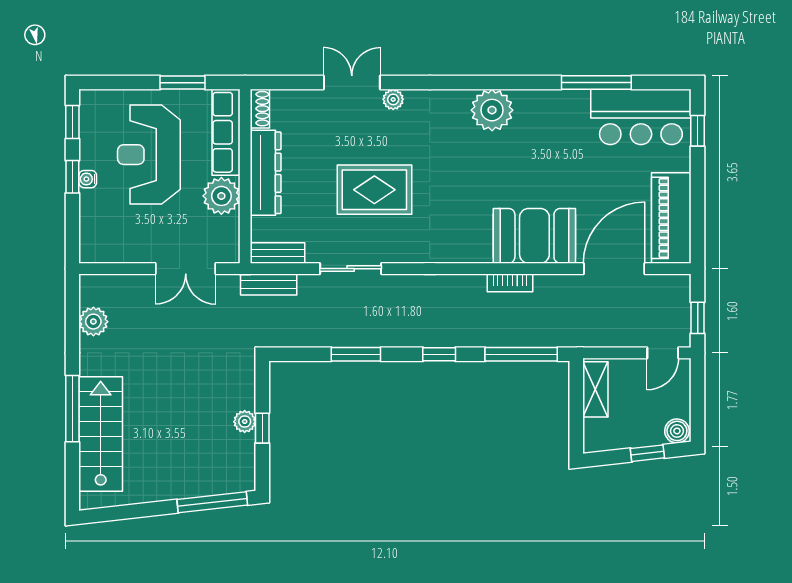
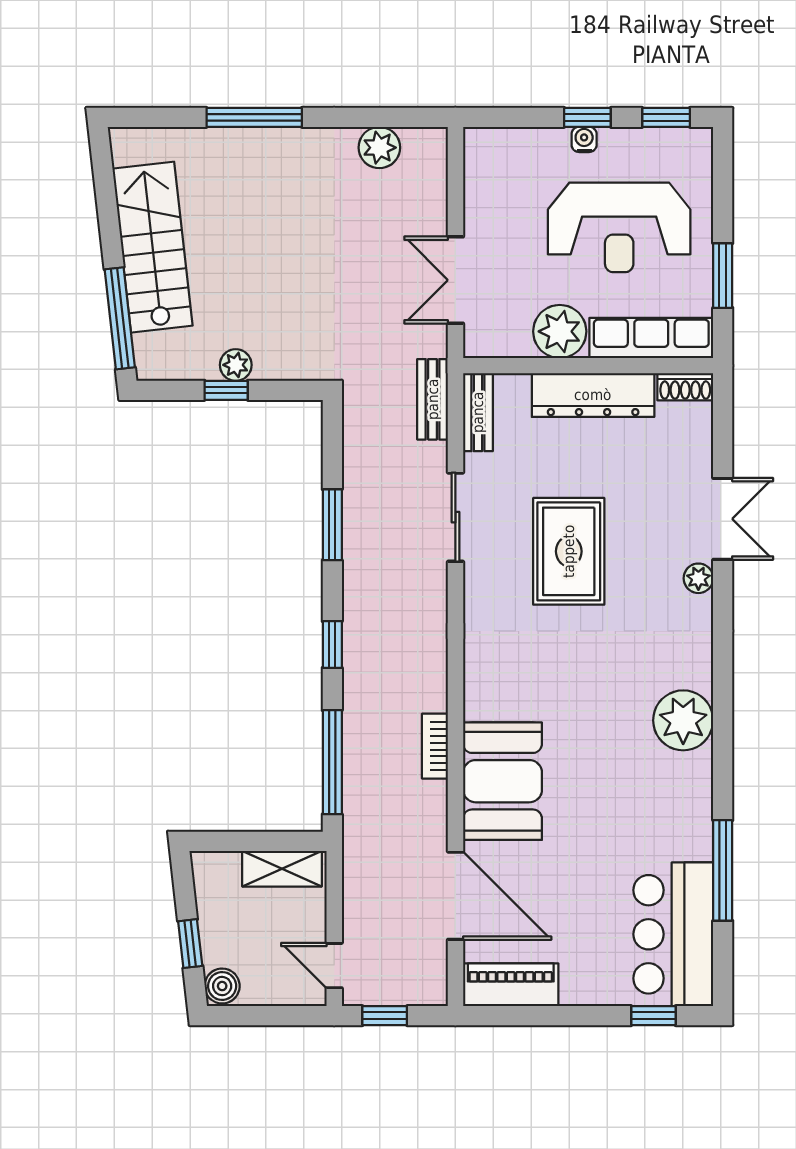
reception desk: (149, 155) -> (619, 227), turned 180
piano: (671, 218) -> (511, 985), width x0.73, depth x0.75
stairs: (101, 434) -> (153, 247), moved, turned -96

